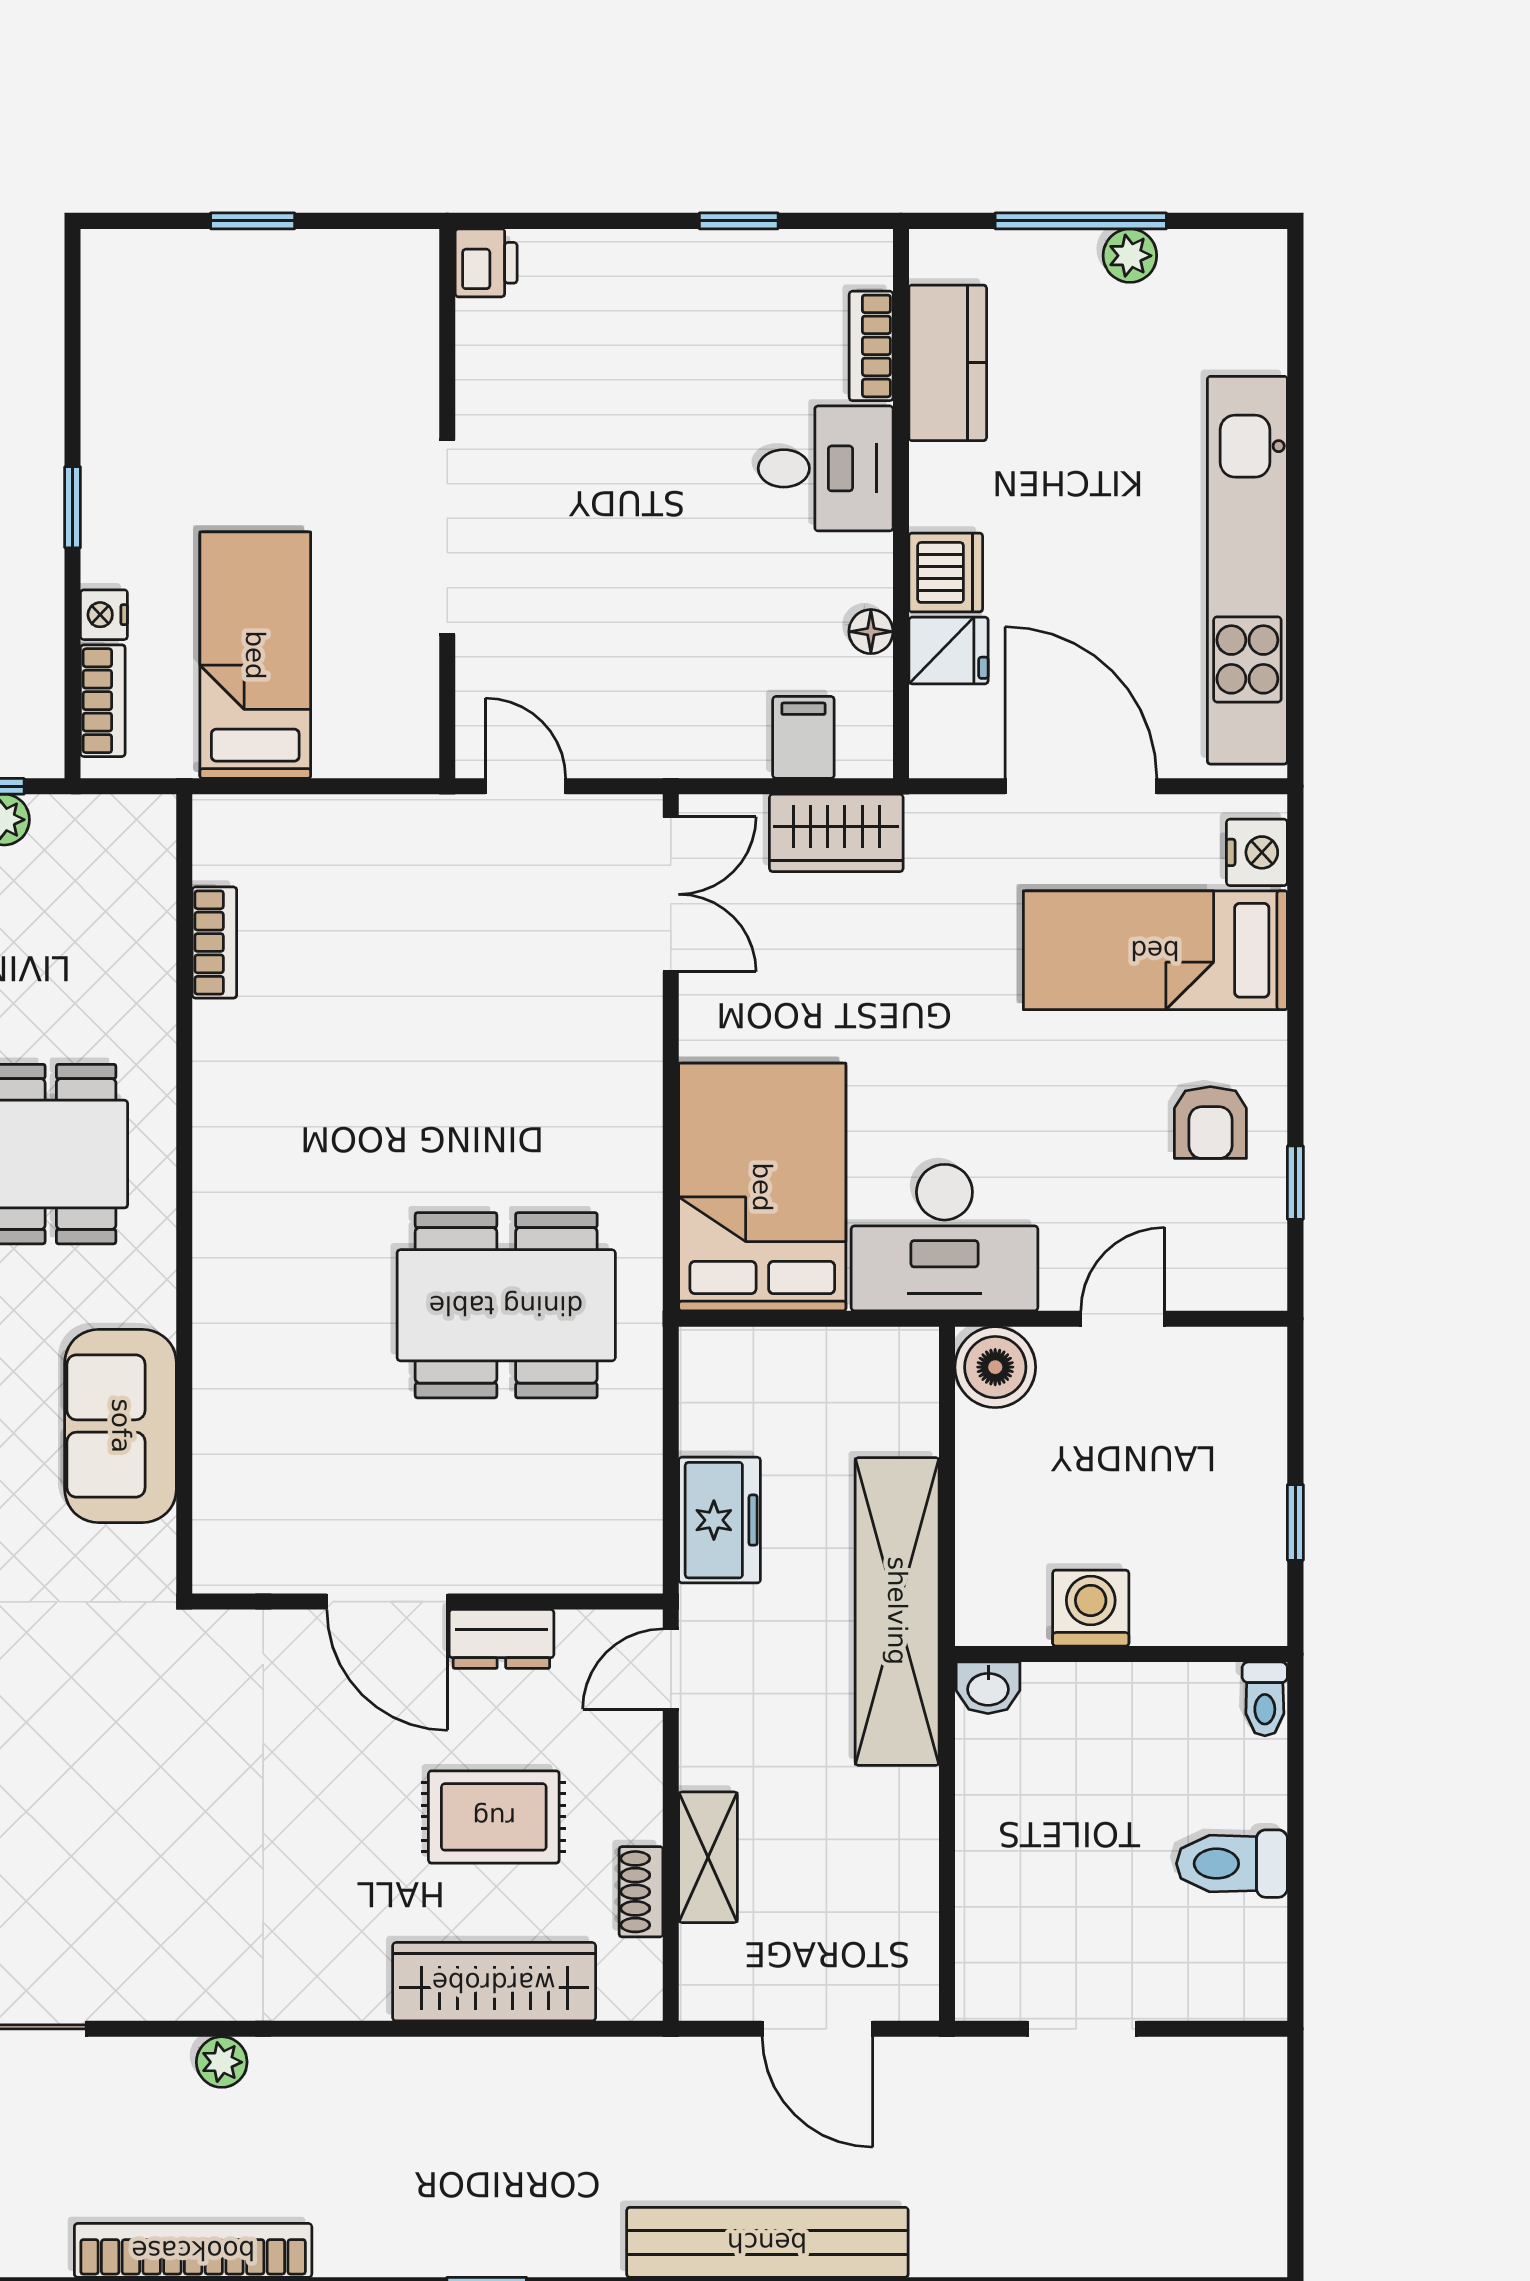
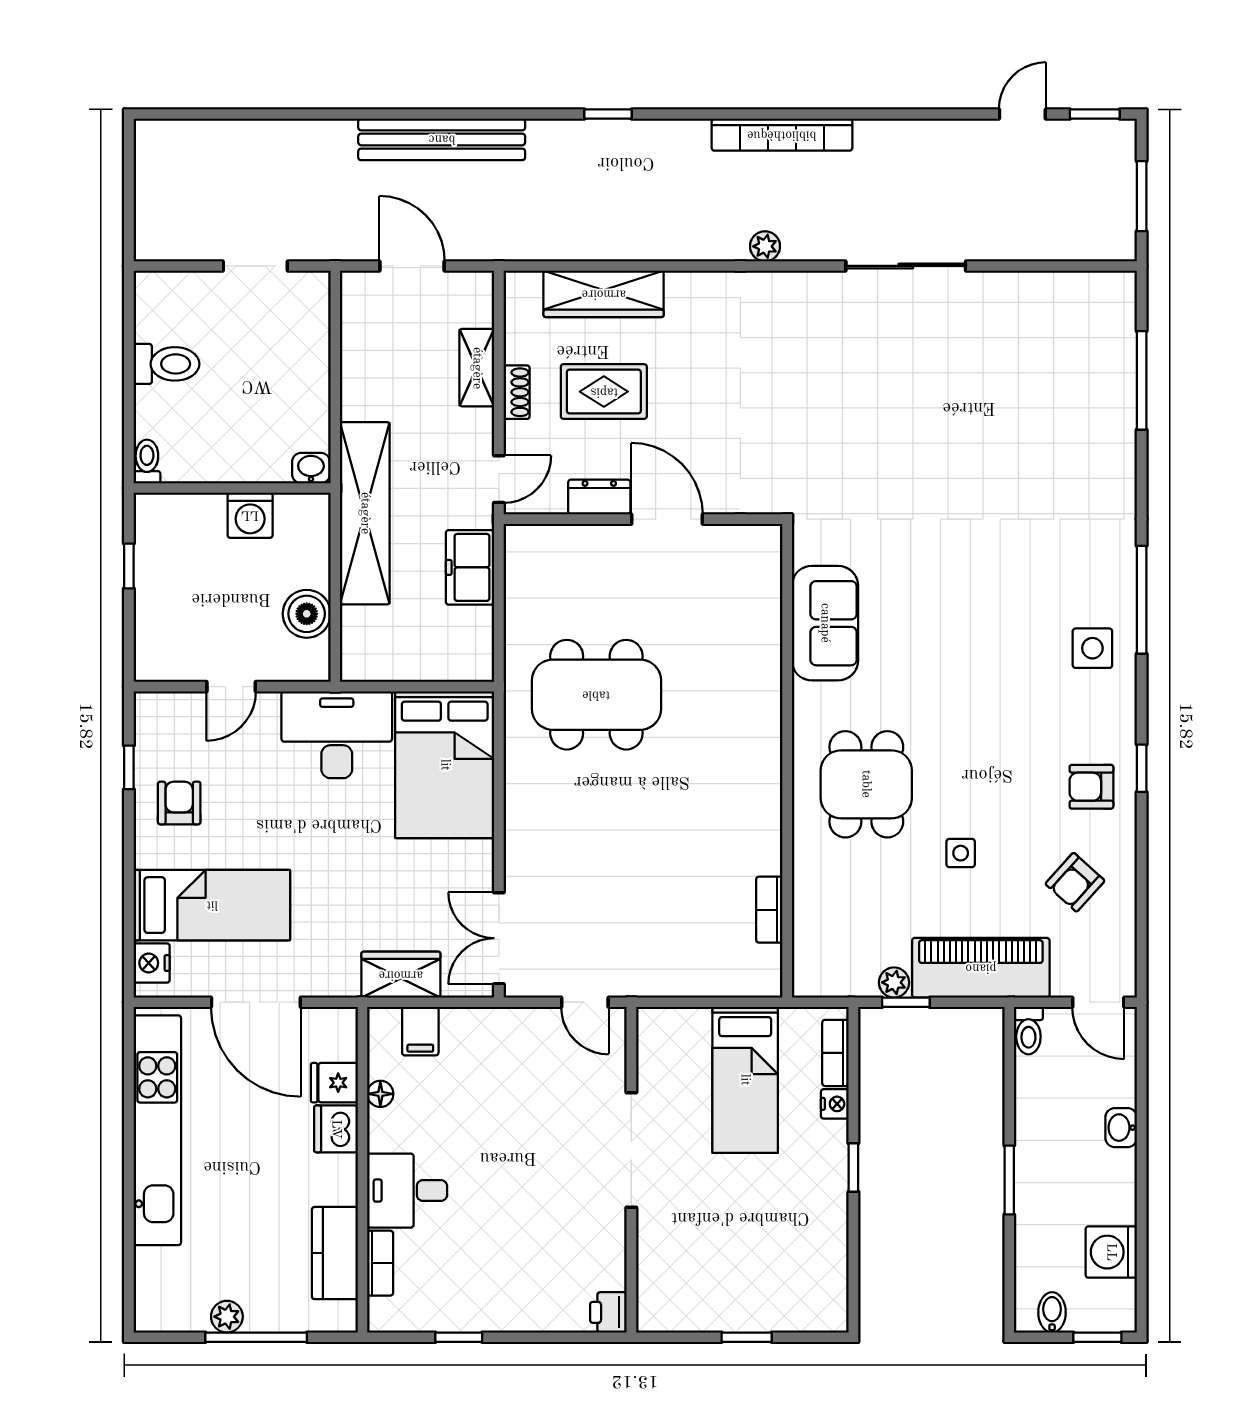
boiler: (995, 1367) -> (307, 614), moved
shoe rack: (641, 1892) -> (517, 392), moved

